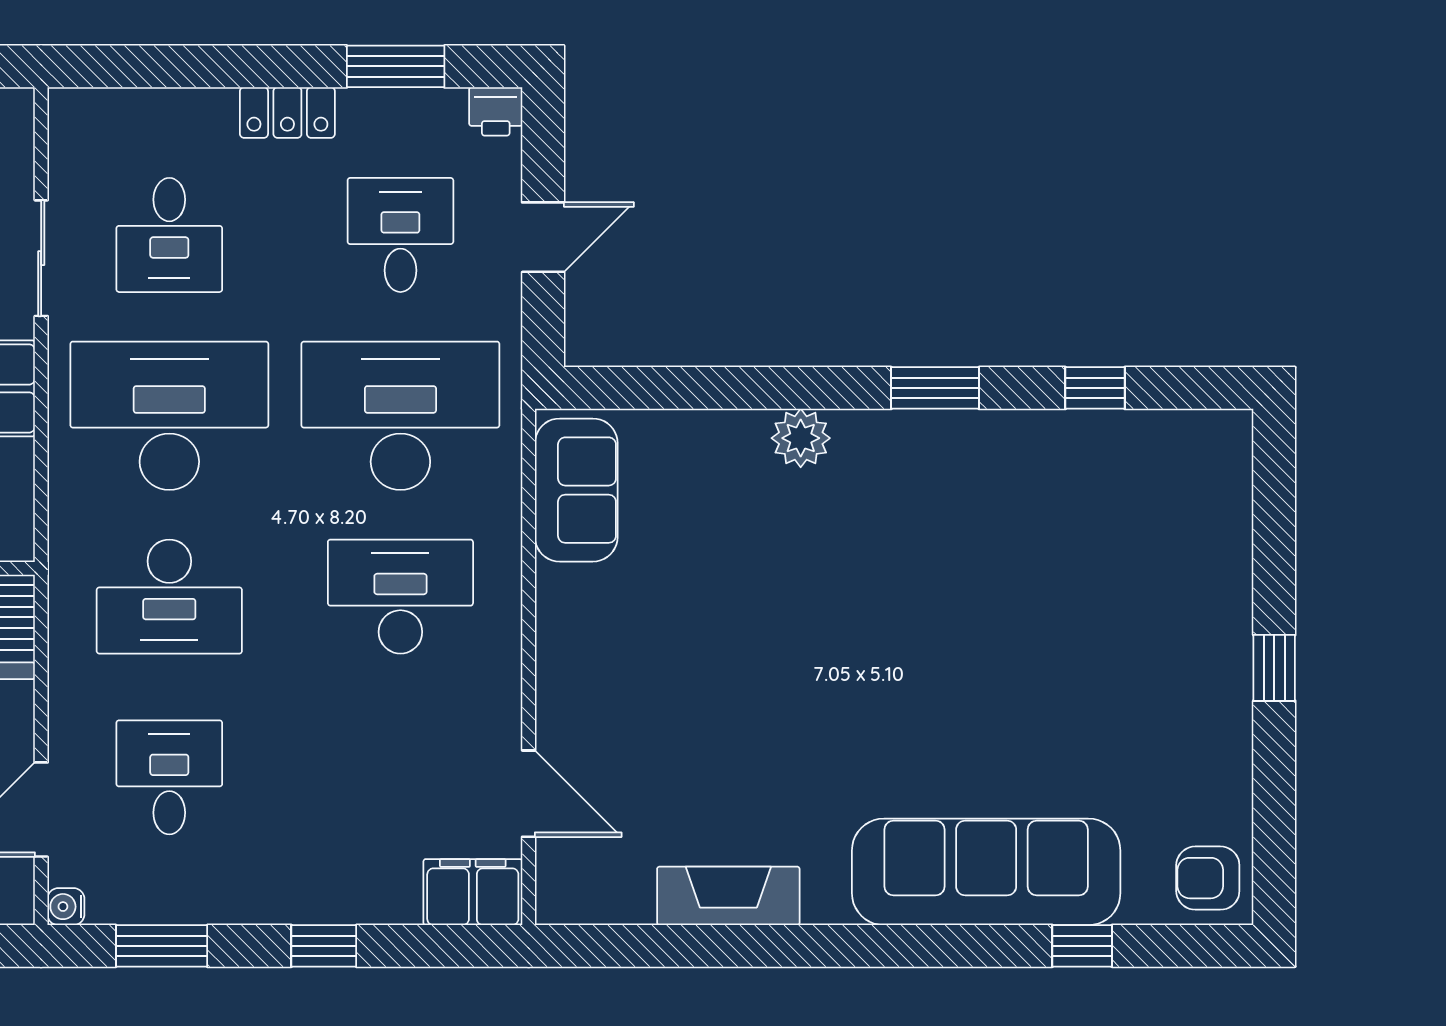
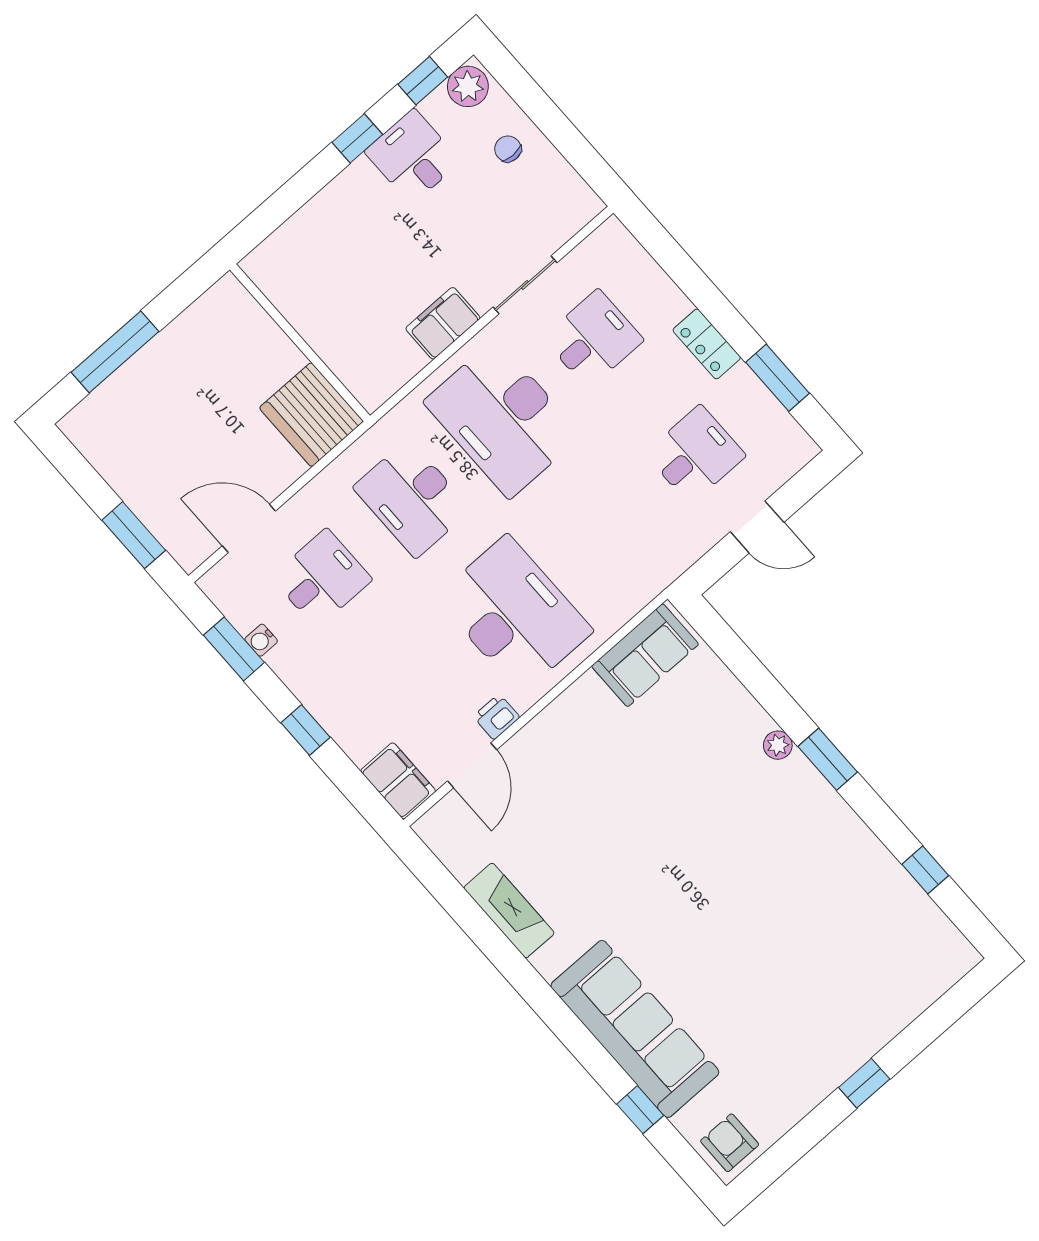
printer: (496, 111) -> (496, 717), moved, turned 90
desk: (169, 235) -> (593, 339), turned 180
window: (935, 388) -> (828, 759), moved
desk: (169, 416) -> (503, 419), turned 180
desk: (400, 416) -> (605, 534), removed
plant: (801, 438) -> (778, 745), width x0.73, depth x0.73
desk: (400, 597) -> (514, 614), width x1.36, depth x1.30
water cooler: (66, 907) -> (261, 640), moved, turned -90

